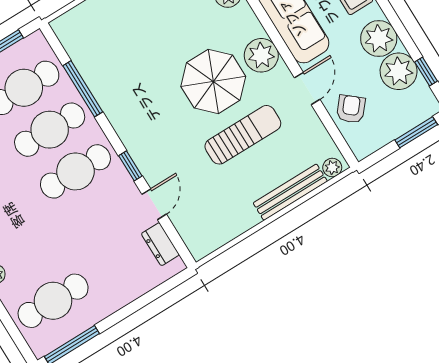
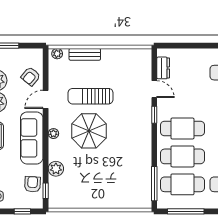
plant: (261, 55) -> (53, 134), width x0.53, depth x0.53
window: (83, 89) -> (154, 184), moved
bench: (290, 192) -> (85, 54), width x0.73
door: (154, 204) -> (154, 89), swing flipped

